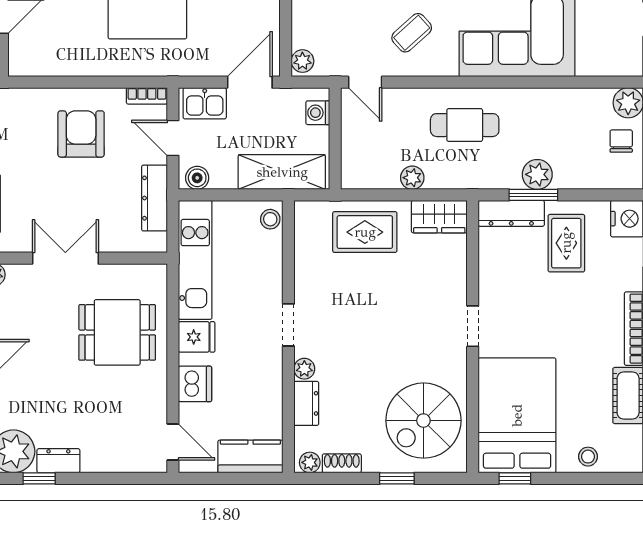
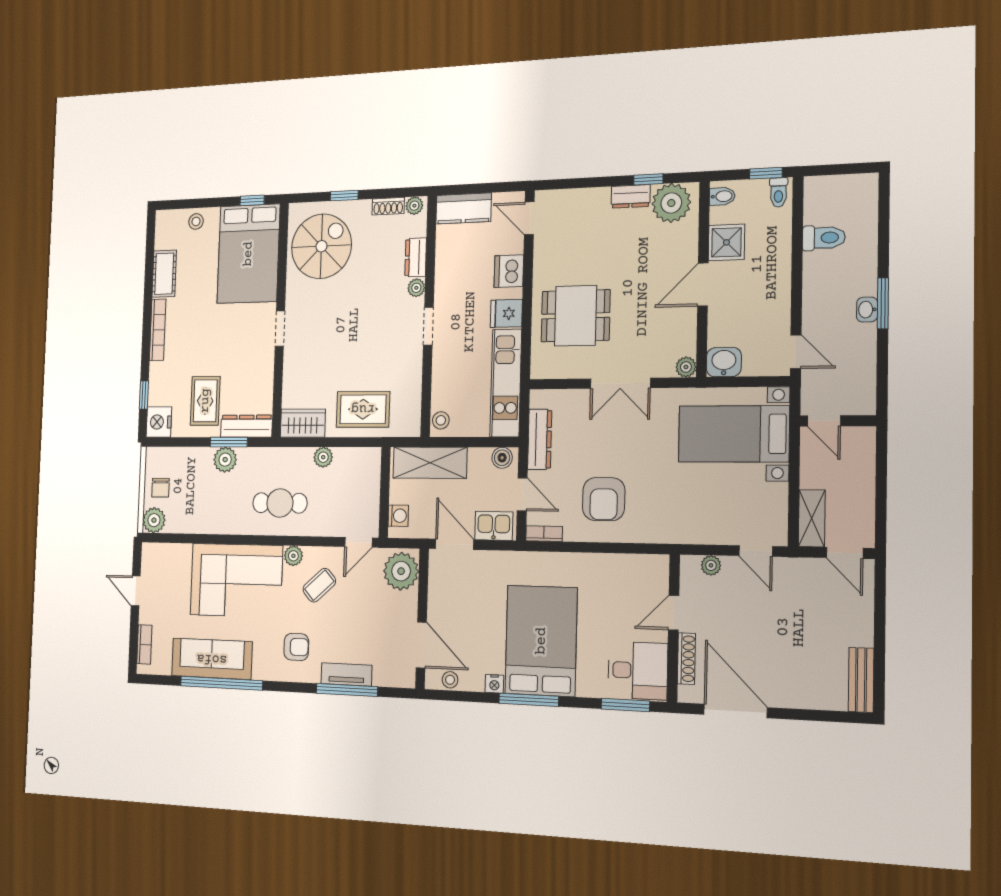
plant: (302, 61) -> (401, 571), width x1.88, depth x1.88
plant: (445, 65) -> (293, 556), added
door: (250, 82) -> (455, 544), swing flipped
door: (365, 82) -> (359, 542), swing flipped

